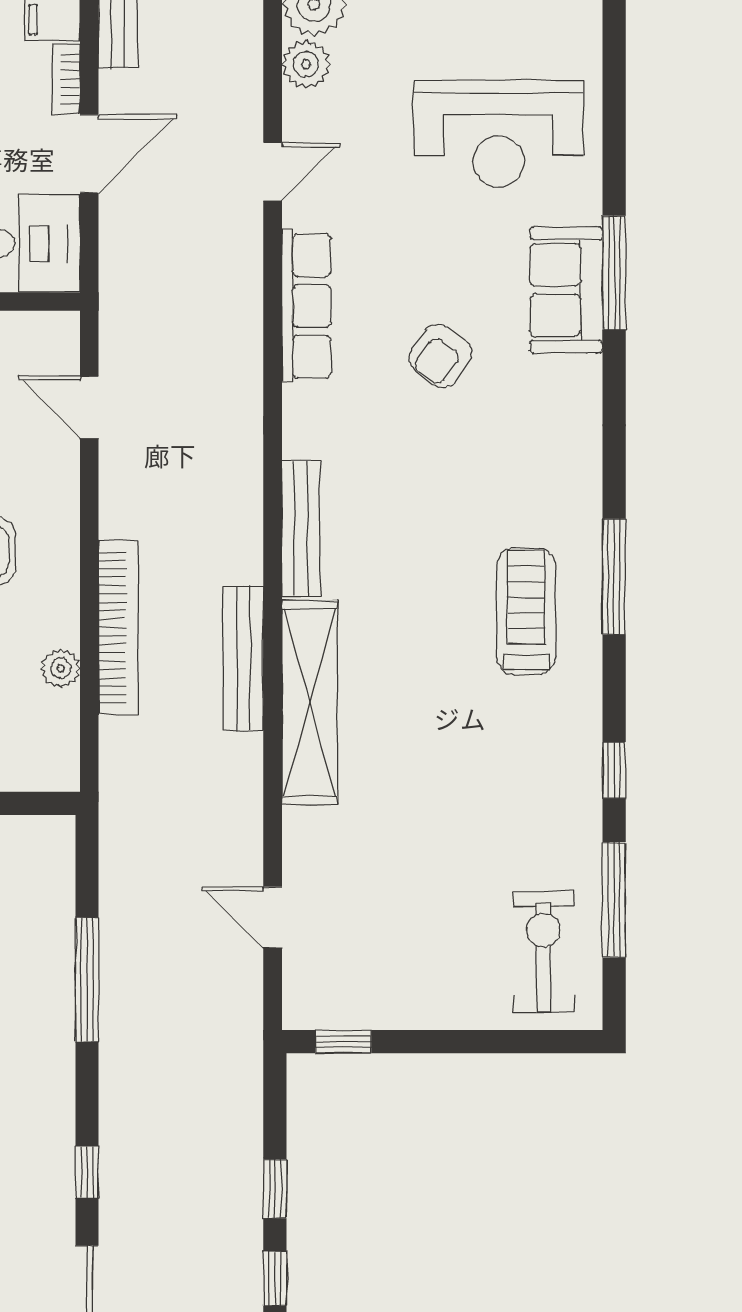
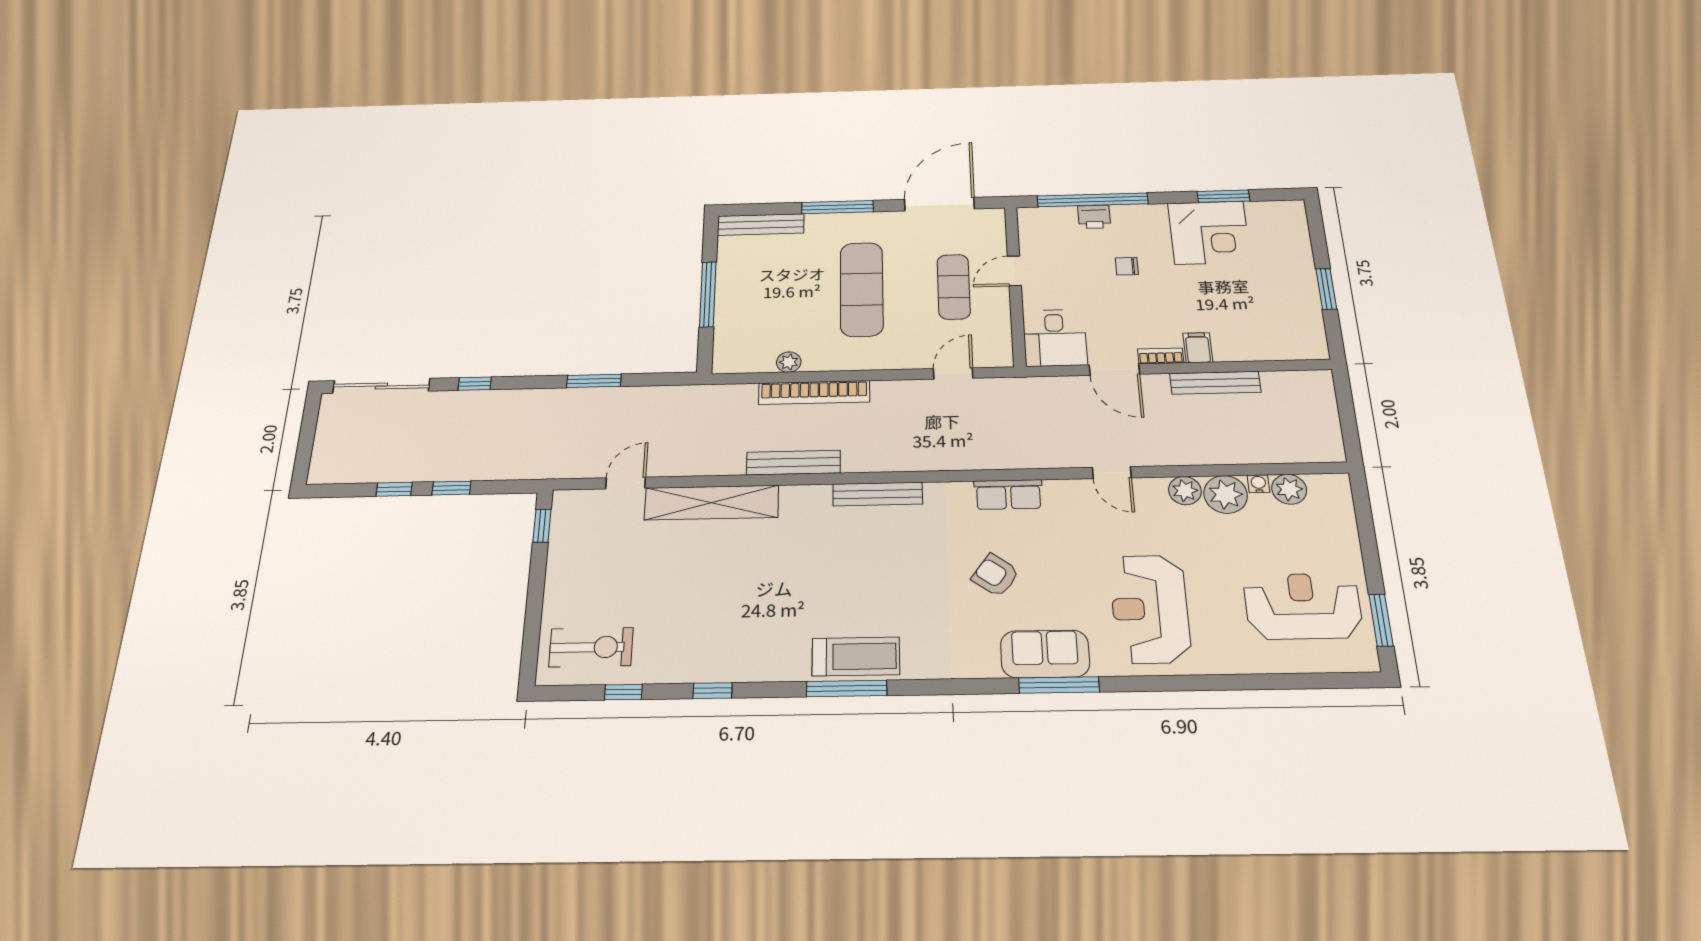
row of seats: (306, 306) -> (1008, 494), width x0.68
treadmill: (526, 611) -> (856, 656), moved
shelving: (310, 702) -> (712, 503), moved
window: (614, 900) -> (623, 692), width x0.46
window: (87, 980) -> (594, 381), width x0.69

